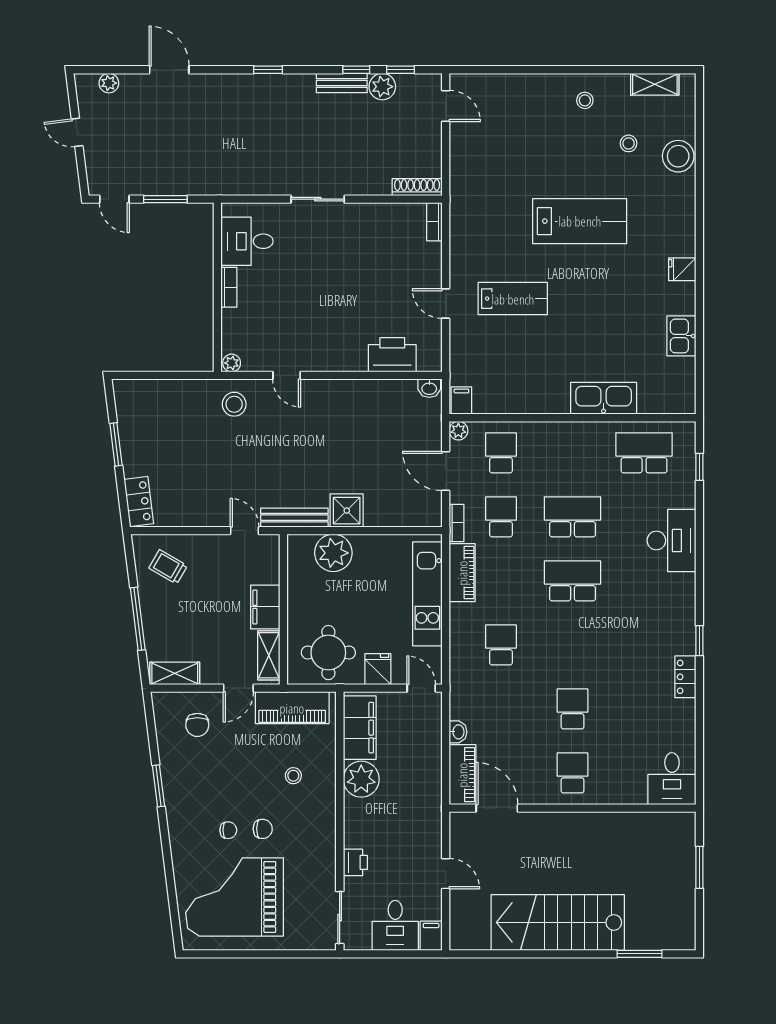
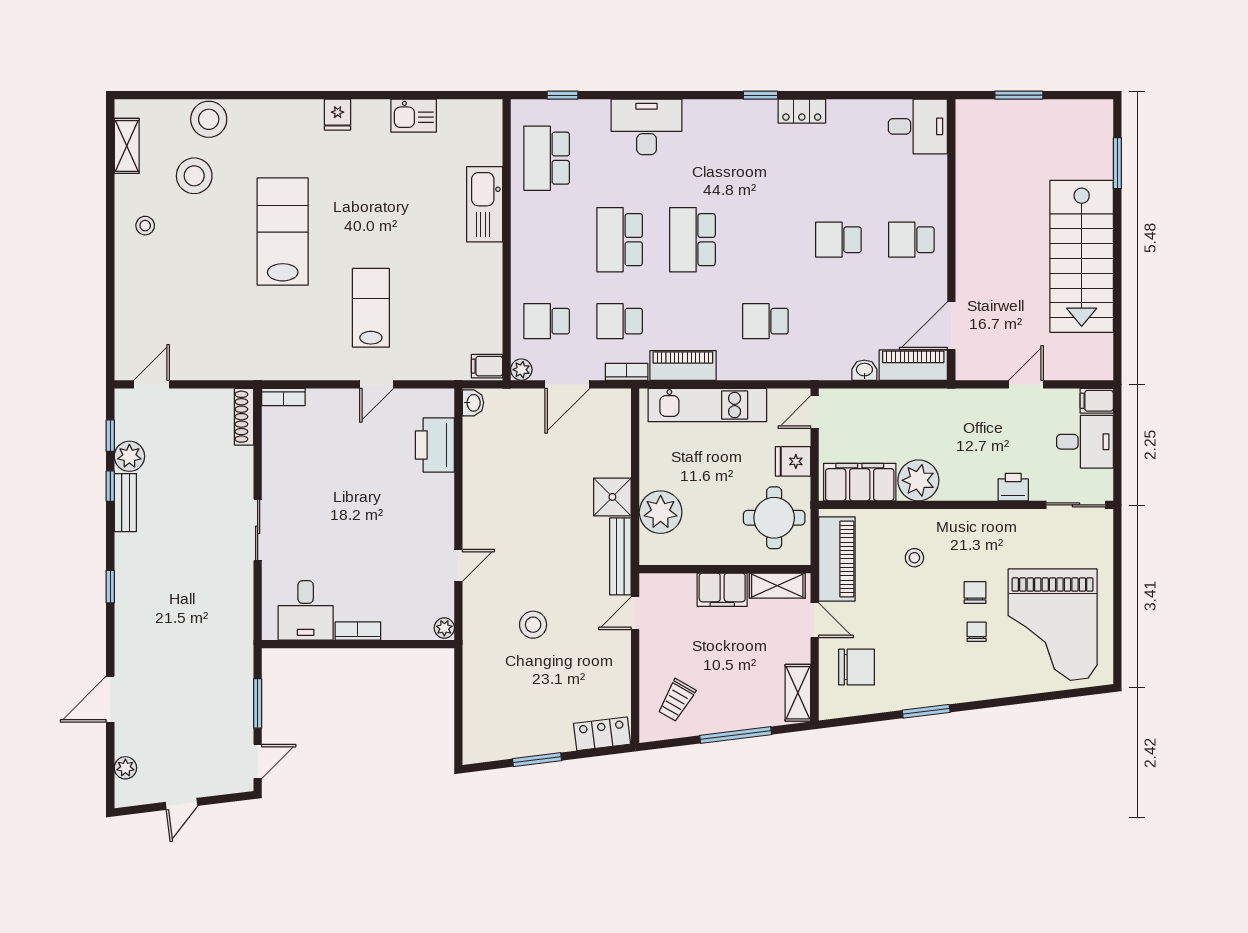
stool: (629, 143) -> (194, 176), width x1.89, depth x1.89
stool: (234, 404) -> (533, 625), moved
chair: (197, 725) -> (857, 667), width x1.37, depth x1.37

